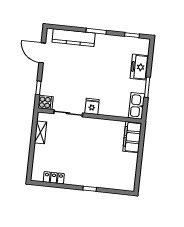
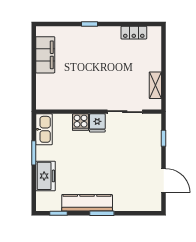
kitchen counter: (74, 38) -> (87, 203), moved
cooker: (46, 102) -> (81, 122), moved, turned -90
filing cabinet: (132, 137) -> (45, 55), moved

